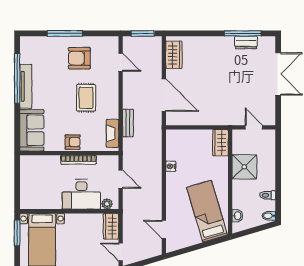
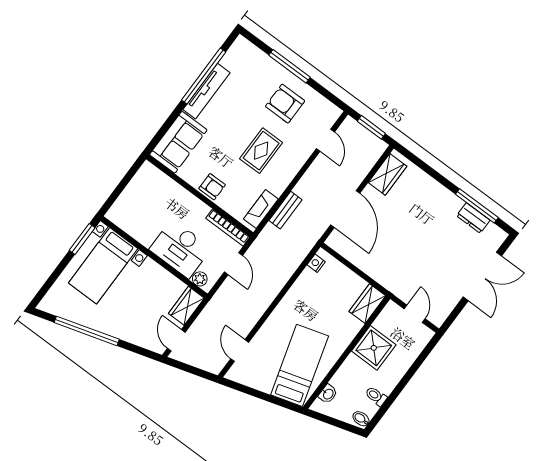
bookcase: (79, 160) -> (228, 228), moved
nightstand: (171, 166) -> (316, 263), moved

